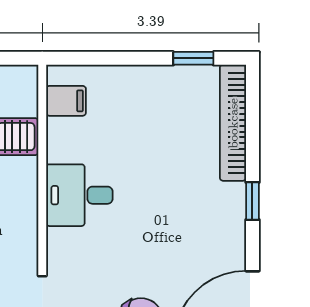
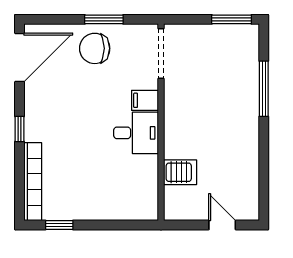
filing cabinet: (66, 101) -> (145, 100), moved

